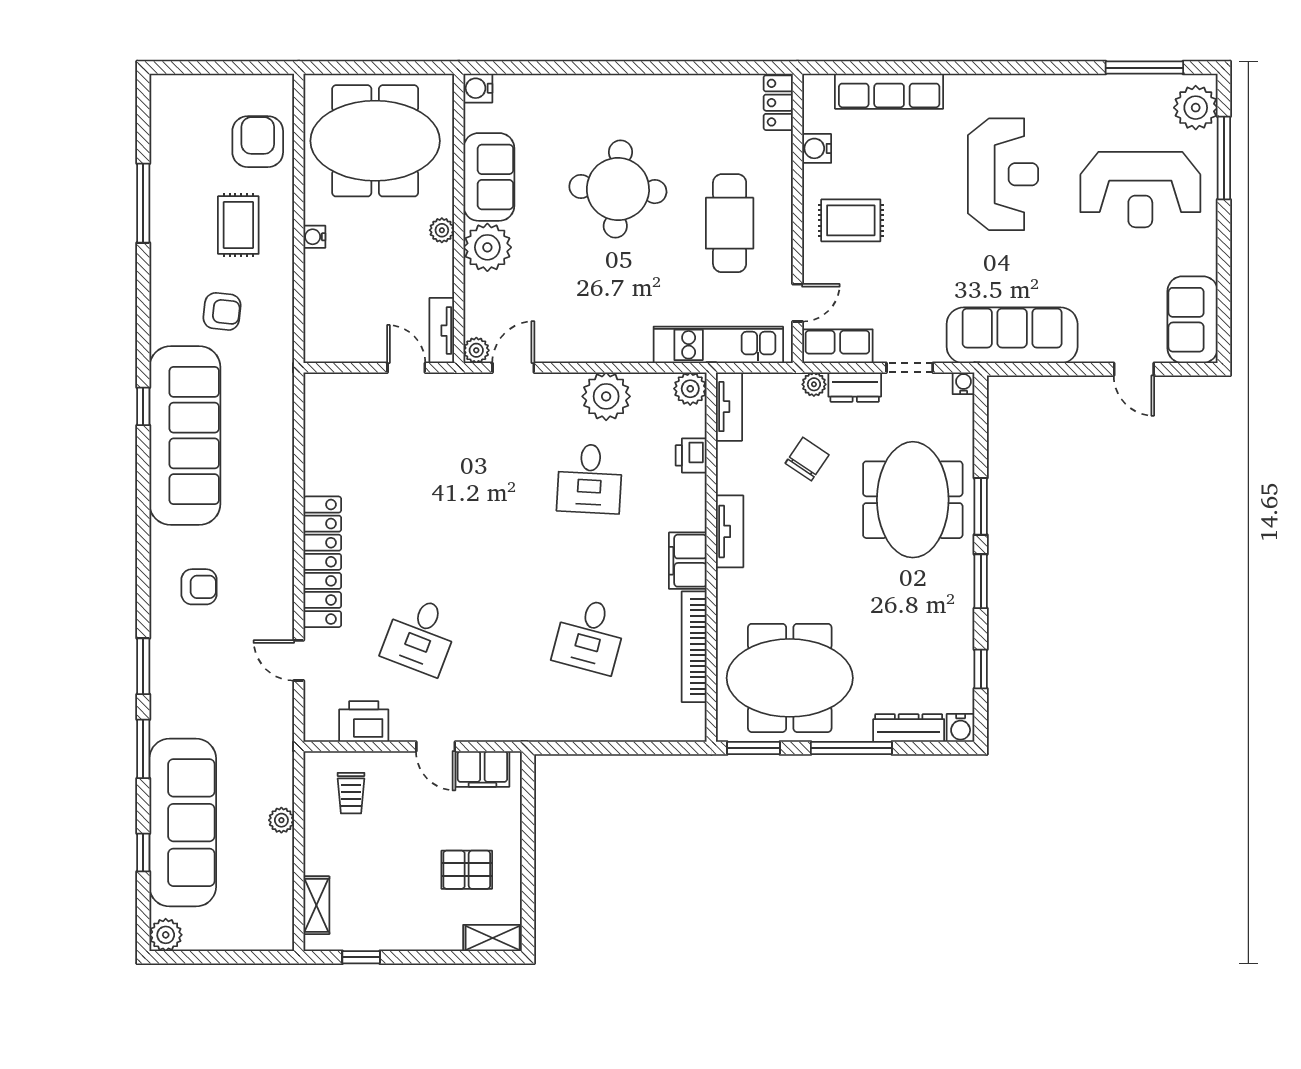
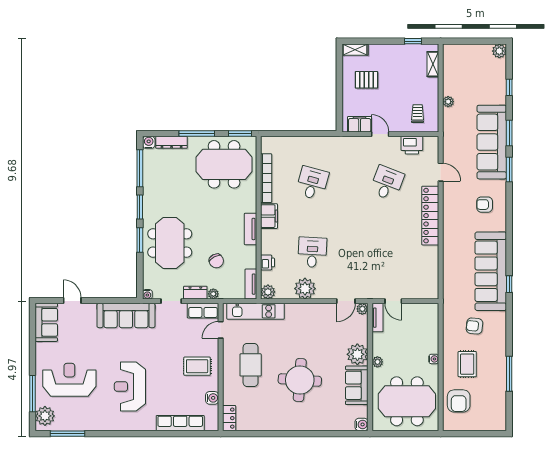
chair: (807, 459) -> (216, 261), turned -61
window: (981, 669) -> (140, 168), width x2.17
sofa: (183, 823) -> (492, 142), moved

